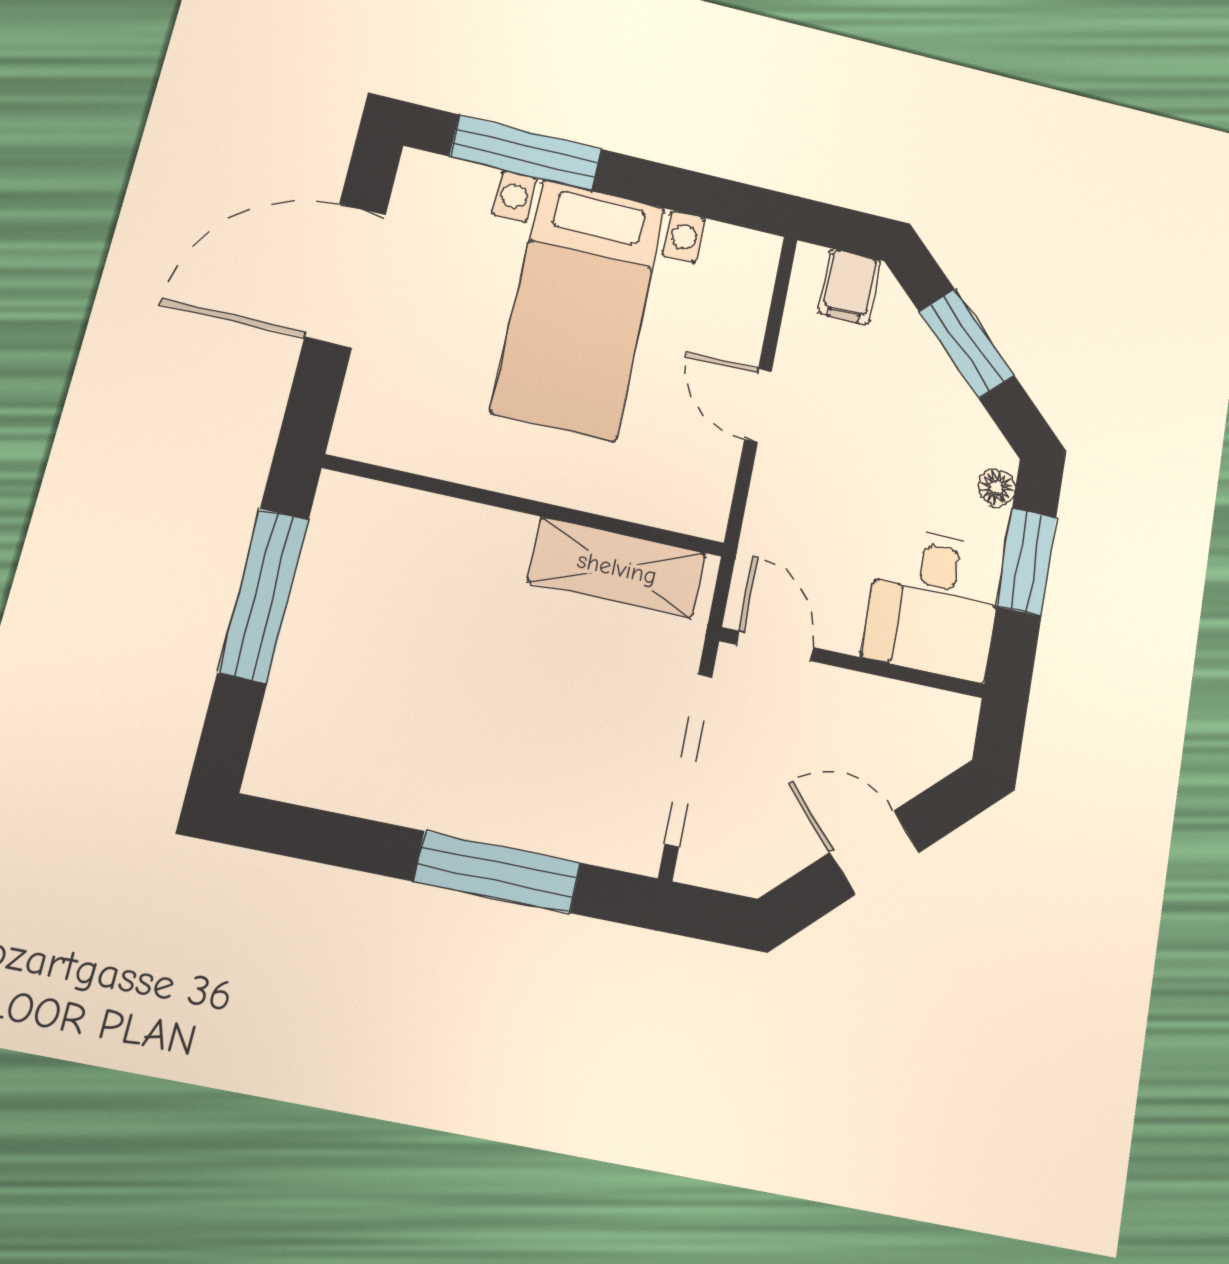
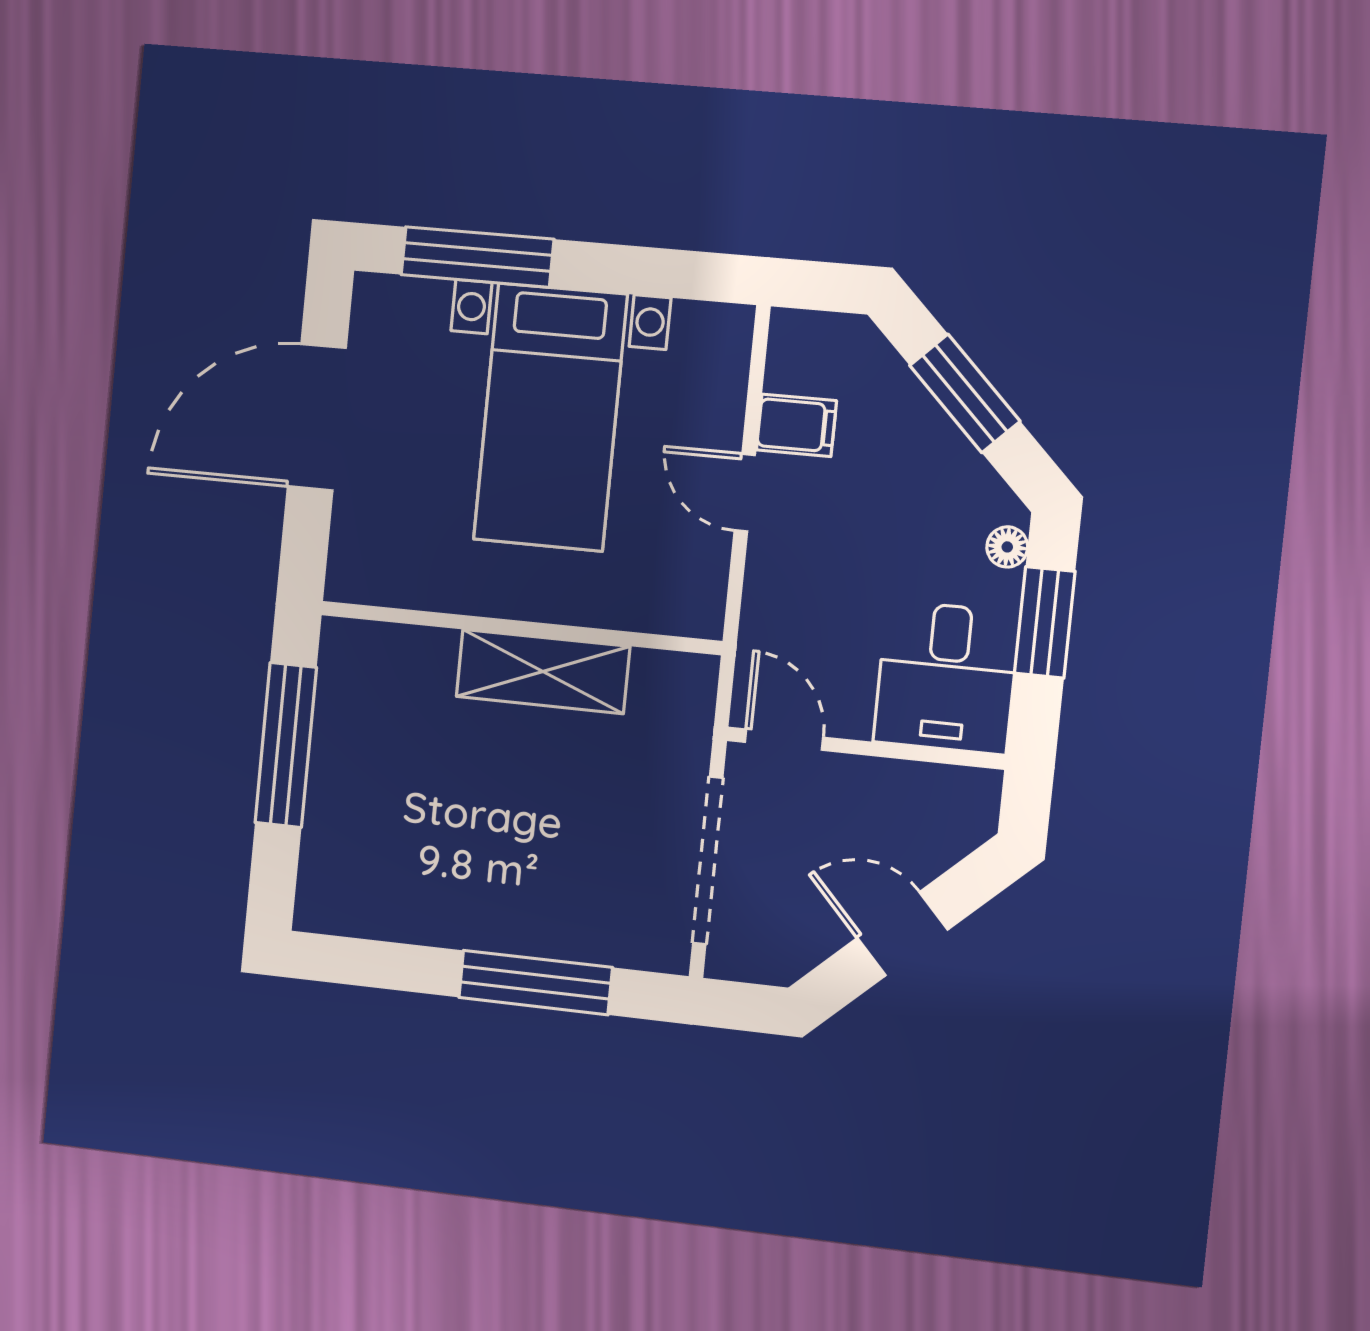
filing cabinet: (849, 287) -> (796, 425), moved, turned -90
shelving: (617, 568) -> (543, 671), moved

